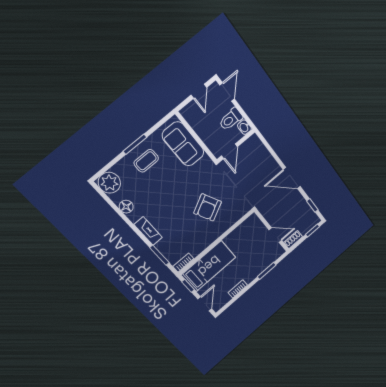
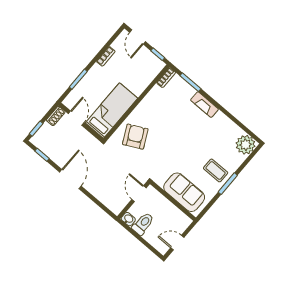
door: (199, 91) -> (177, 243), hinge flipped
door: (227, 92) -> (151, 248), removed
coffee table: (146, 161) -> (216, 170), turned 90
door: (292, 178) -> (70, 179), hinge flipped
floor lamp: (126, 207) -> (228, 125), removed
armchair: (208, 207) -> (135, 137), moved
door: (275, 235) -> (76, 118), swing flipped
bed: (209, 266) -> (111, 111), moved, turned 180

